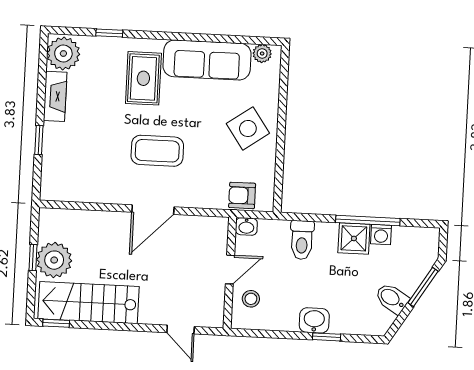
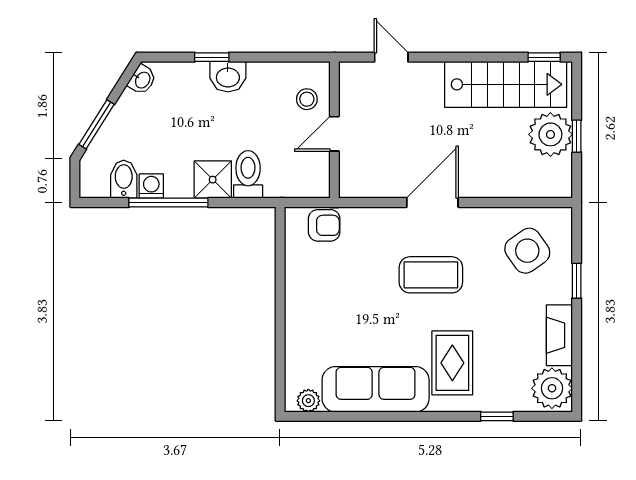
side table: (248, 128) -> (527, 251), moved
washbasin: (246, 226) -> (142, 80), moved, turned 122
shower: (354, 238) -> (213, 180), moved
bidet: (392, 298) -> (124, 179), moved, turned -122

